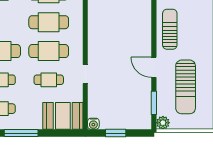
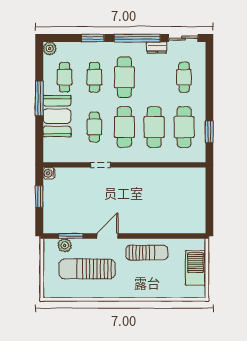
booth: (63, 116) -> (57, 116), moved
plant: (163, 123) -> (65, 245), moved

